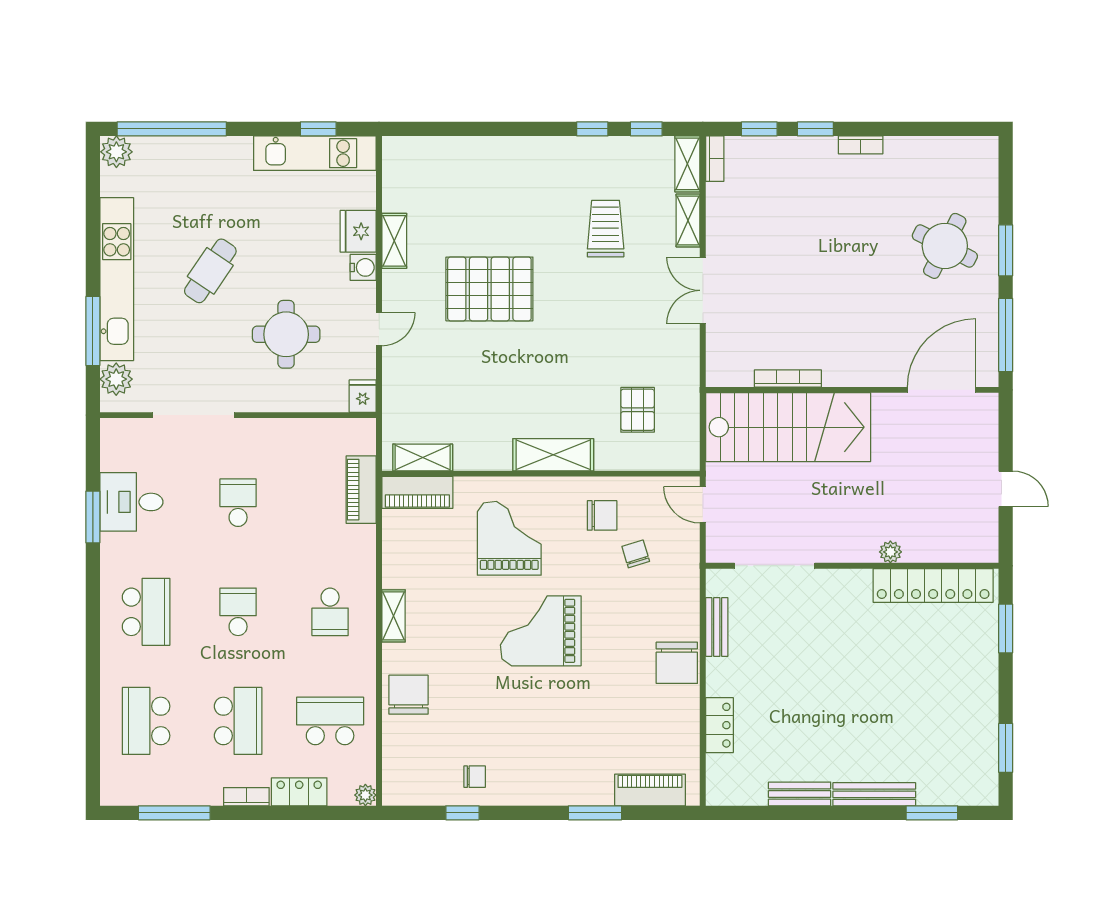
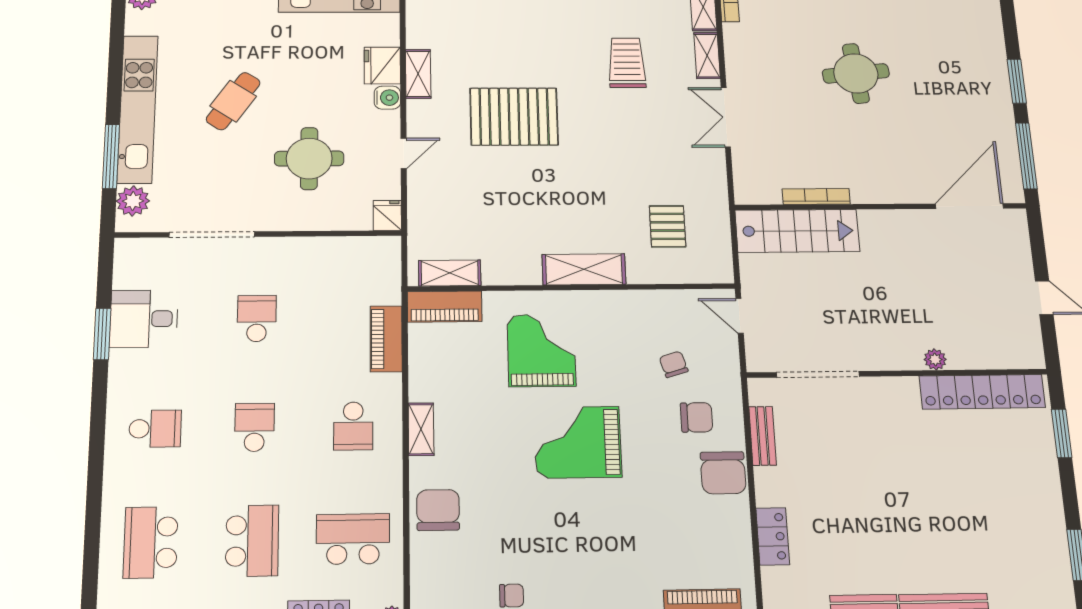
round table: (945, 246) -> (856, 73), moved, turned -33
stairs: (788, 427) -> (797, 231), width x0.73, depth x0.66
piano: (361, 490) -> (386, 339), moved
chair: (602, 515) -> (697, 417), moved
school desk: (146, 612) -> (155, 429), width x0.54

